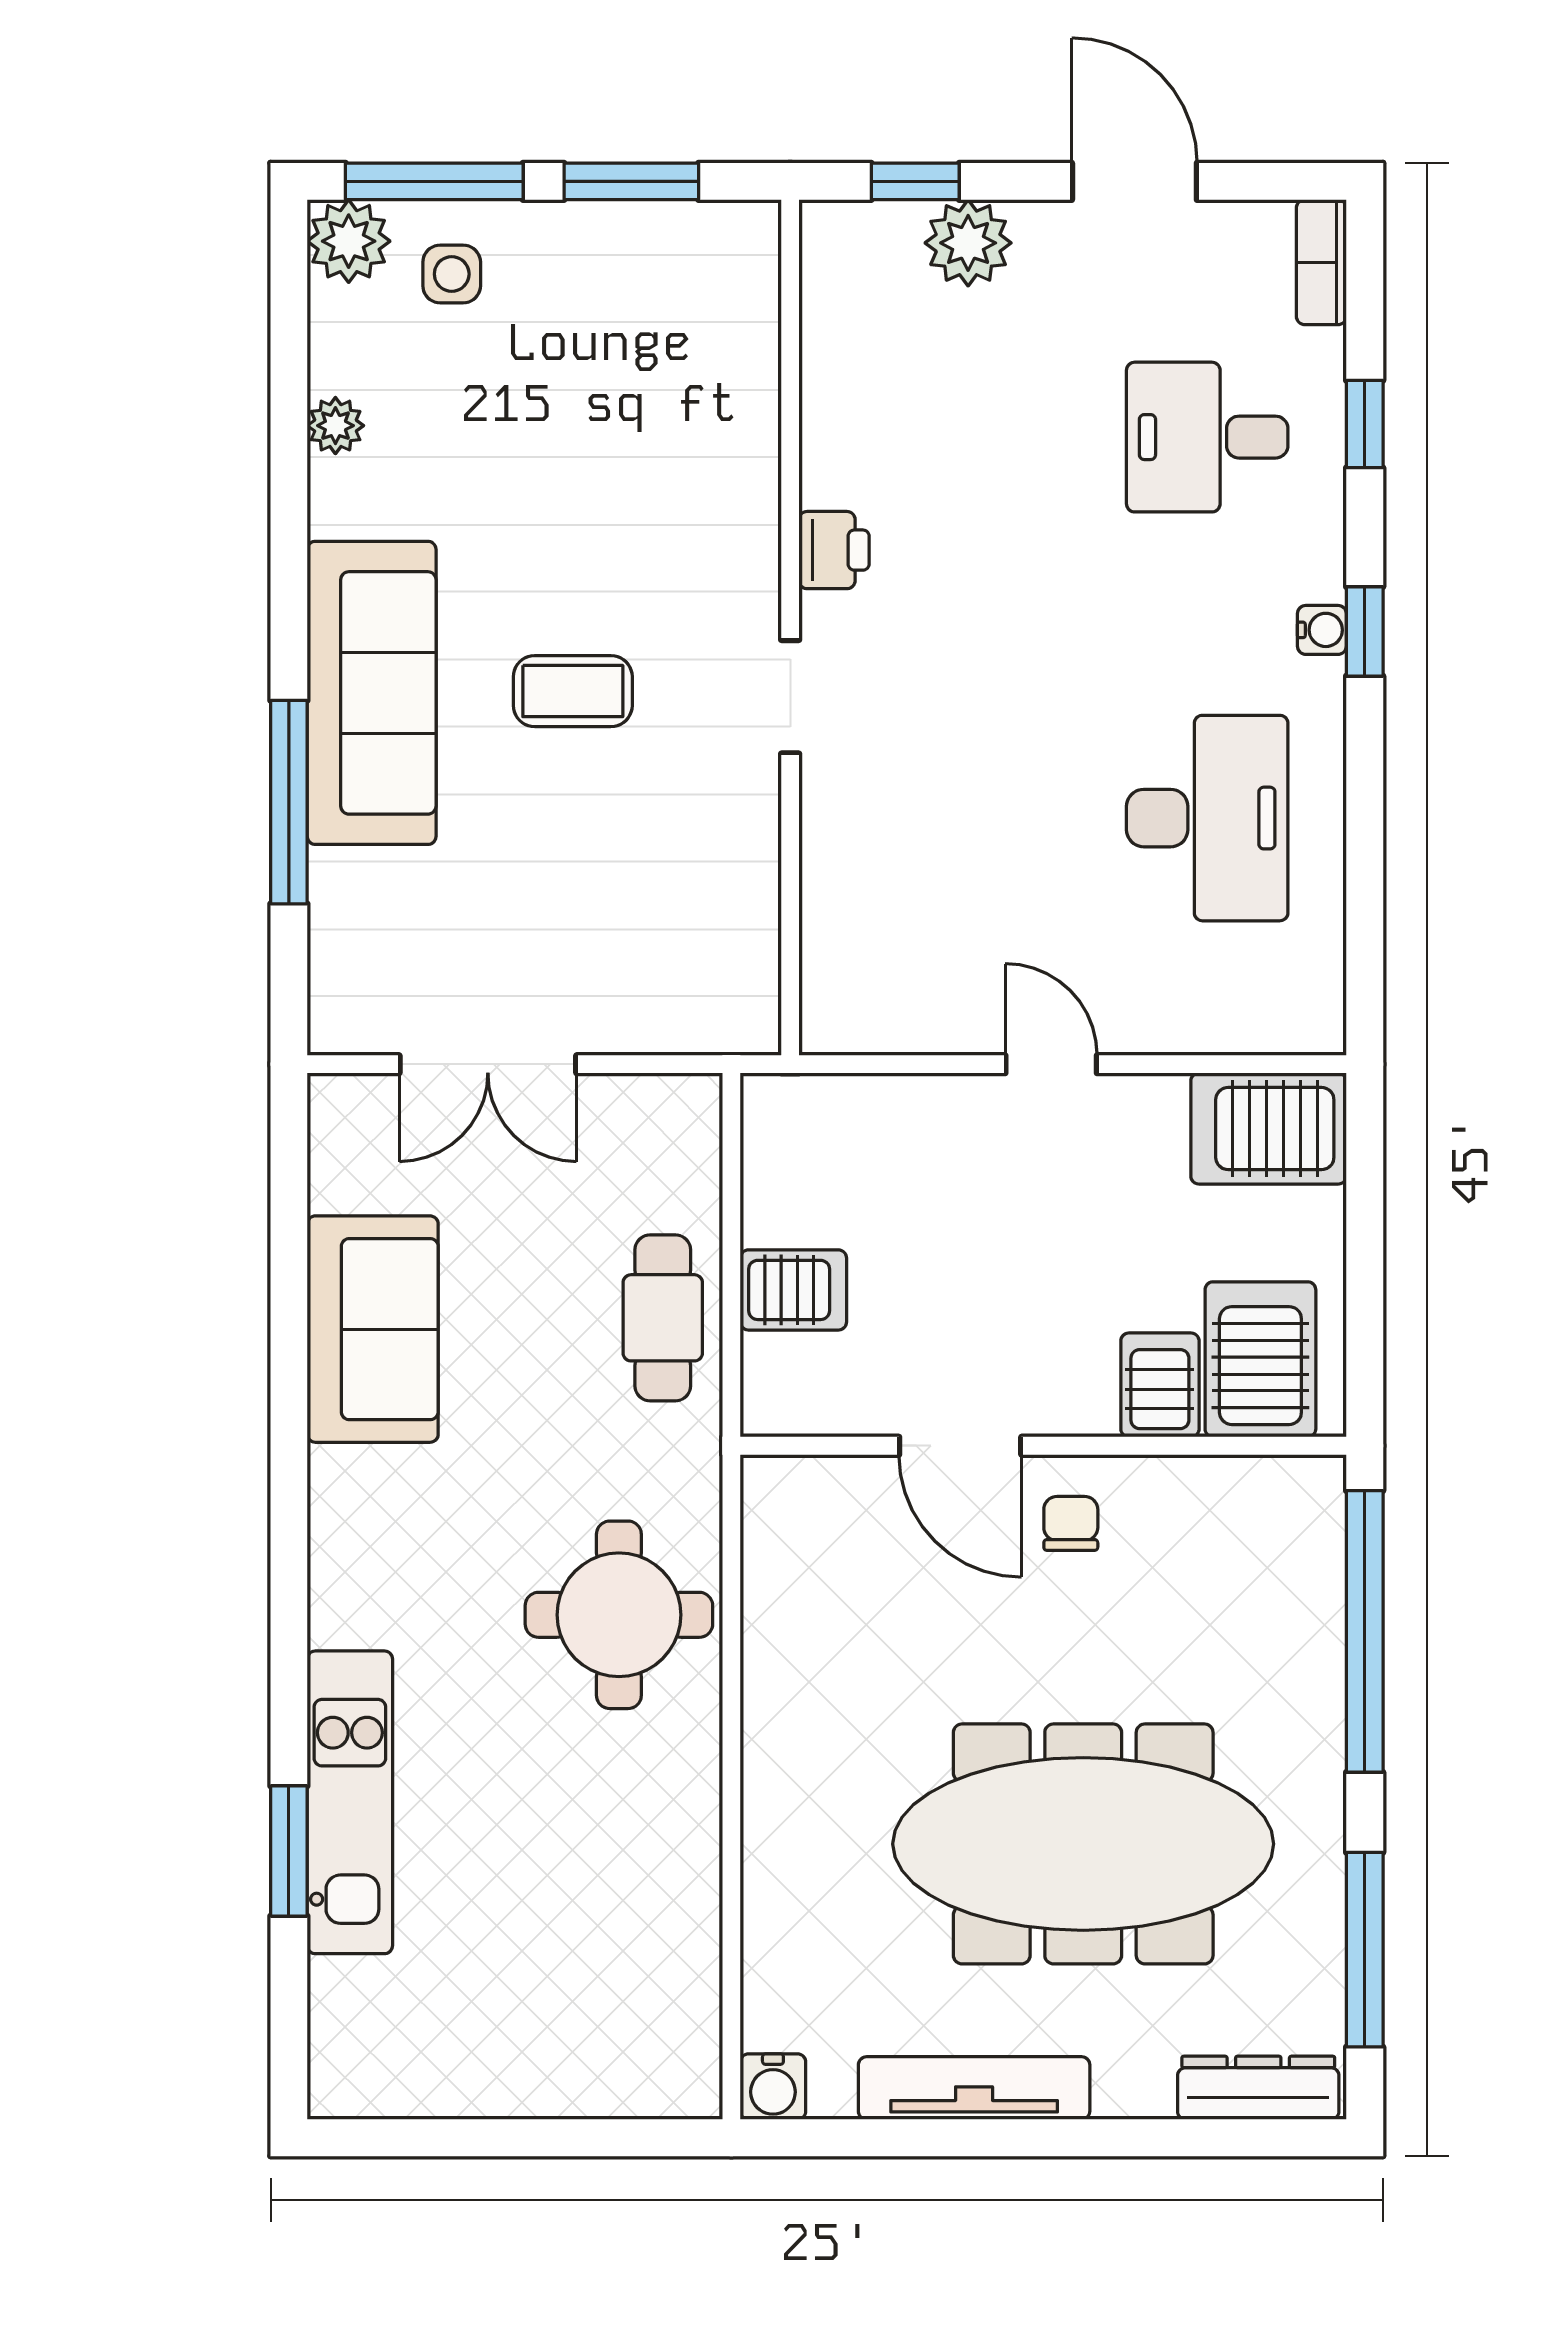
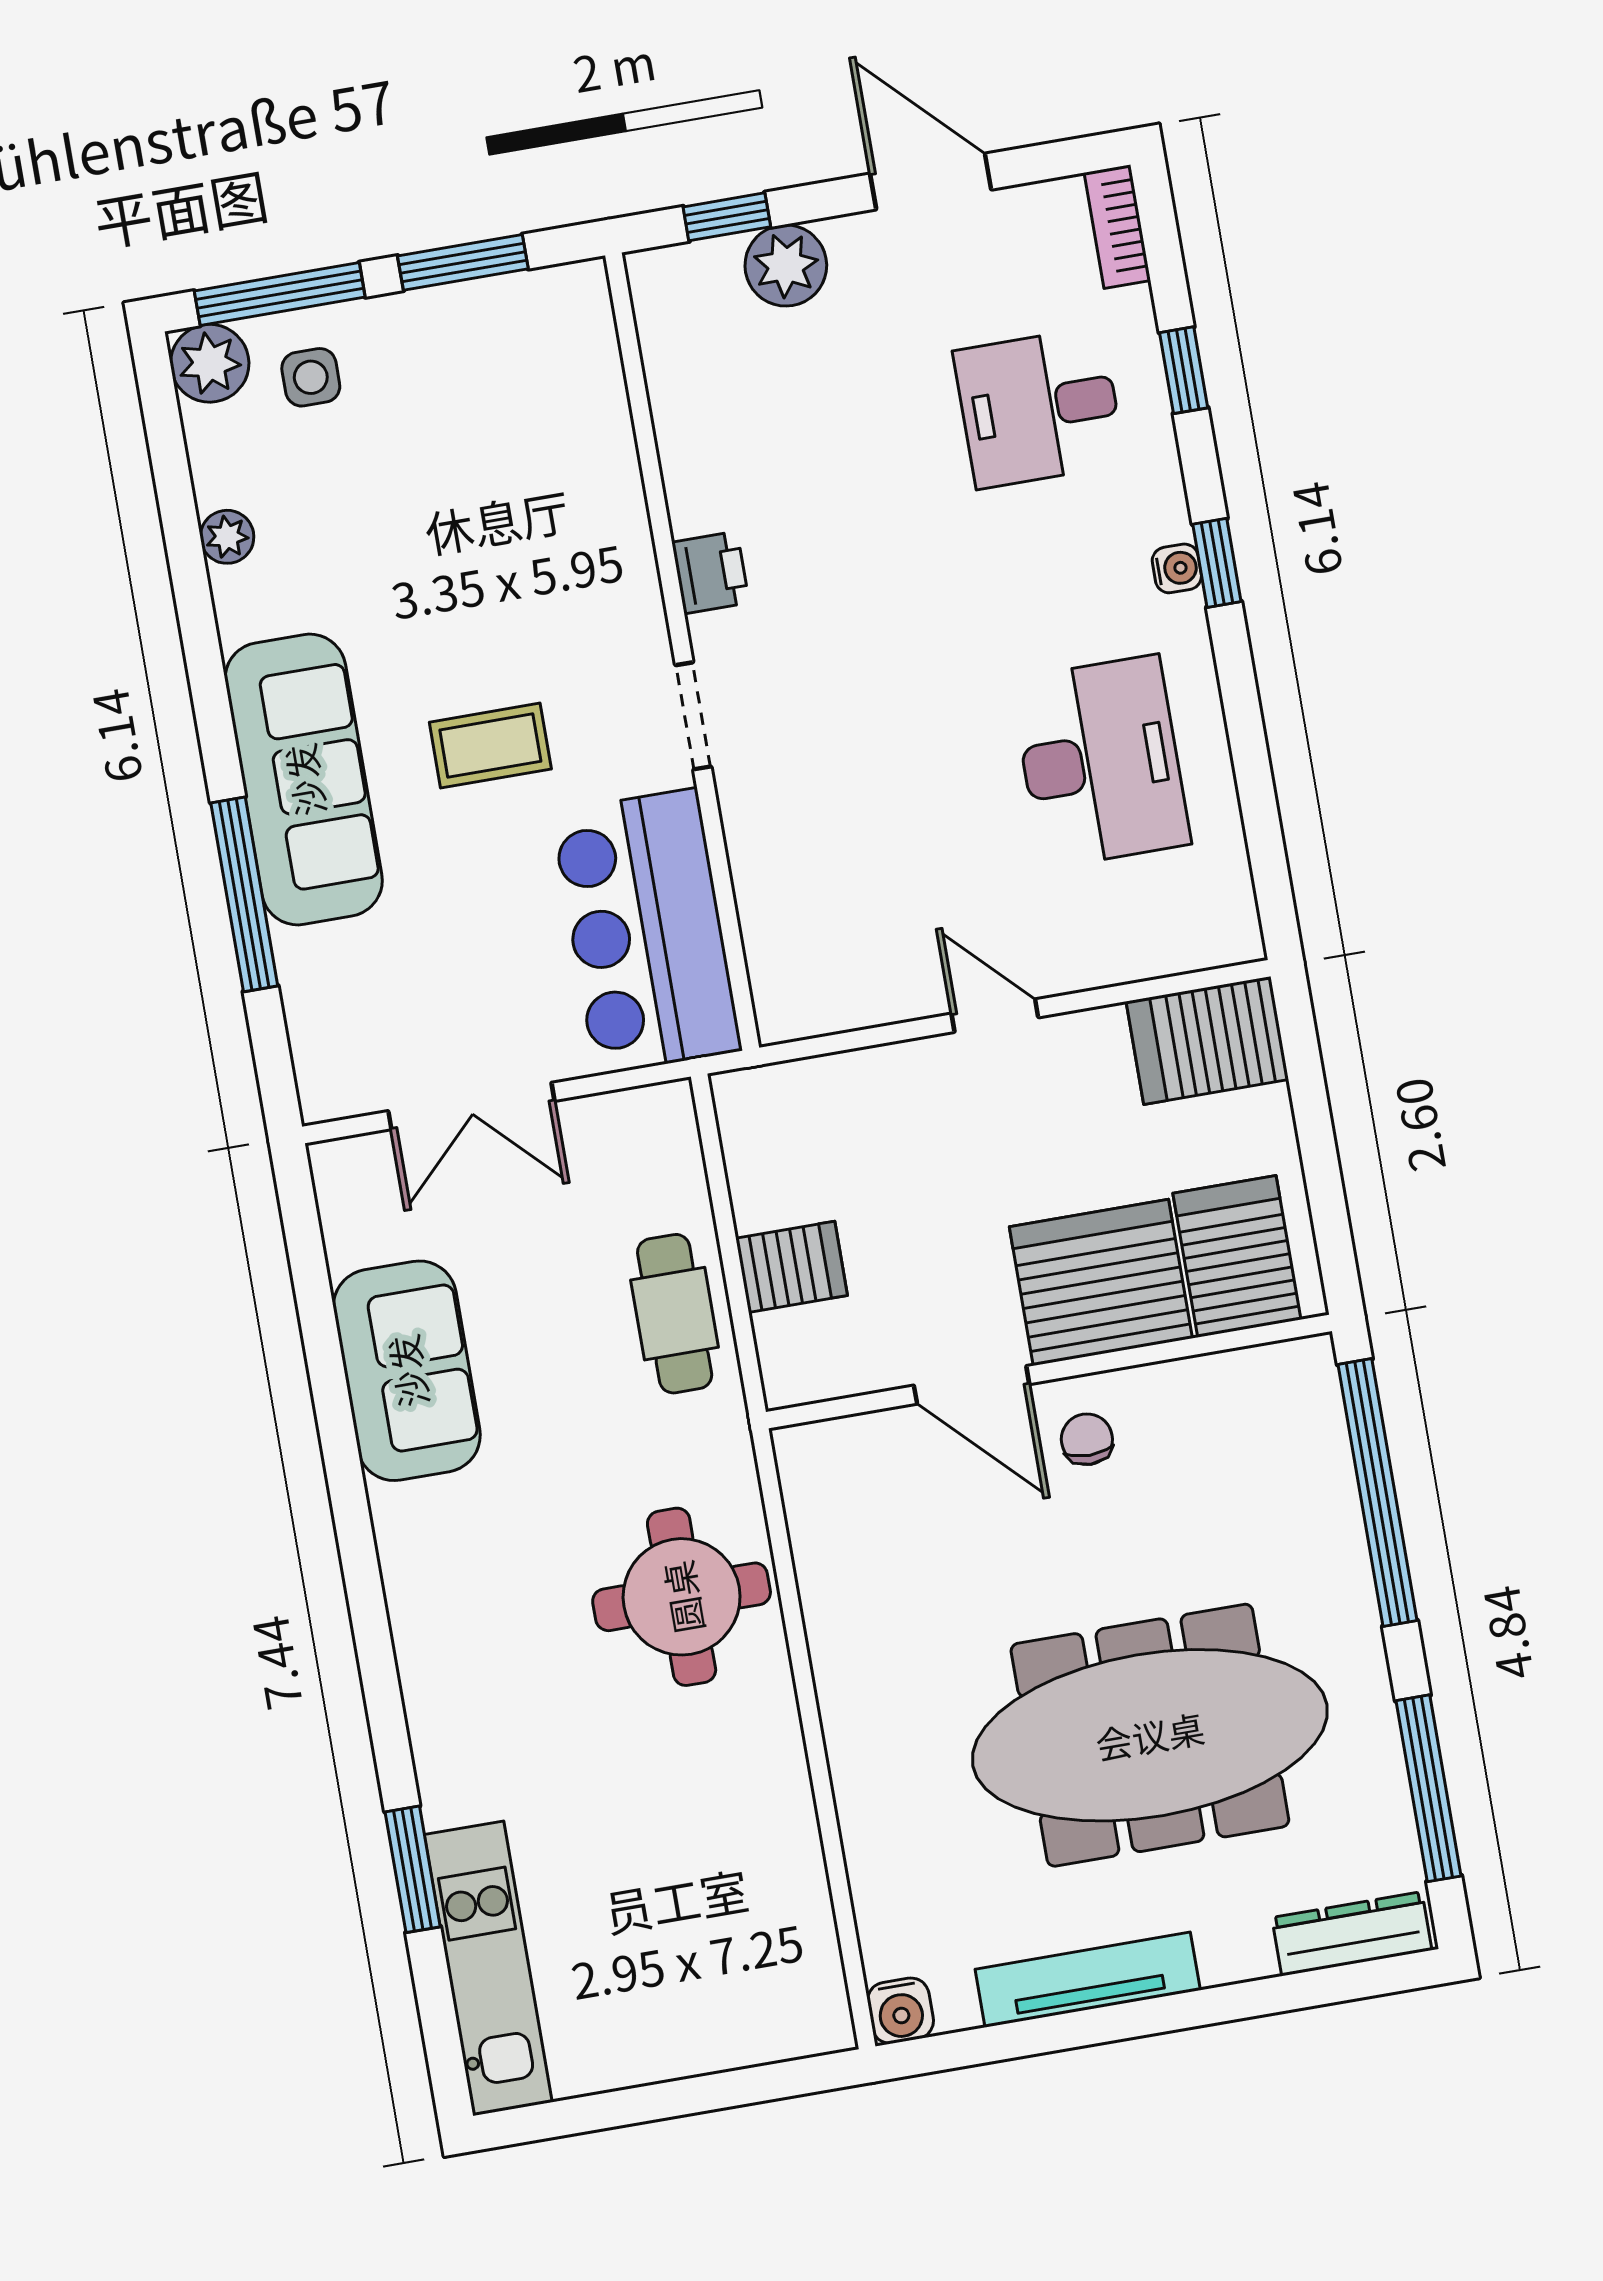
bar counter: (703, 914) -> (647, 932), added
server rack: (1160, 1385) -> (1101, 1282), width x2.18, depth x1.44
kitchen unit: (350, 1802) -> (488, 1968), moved

